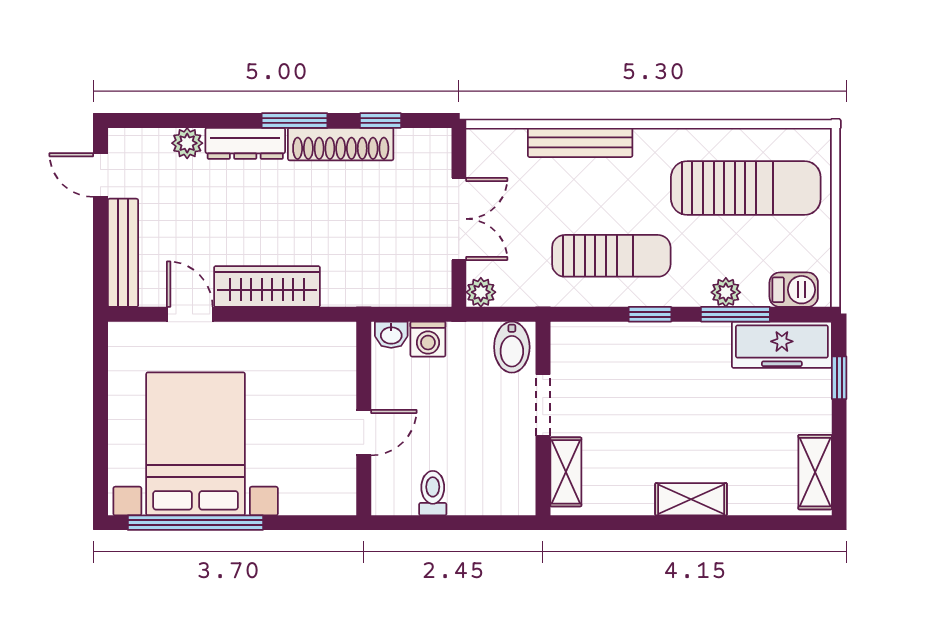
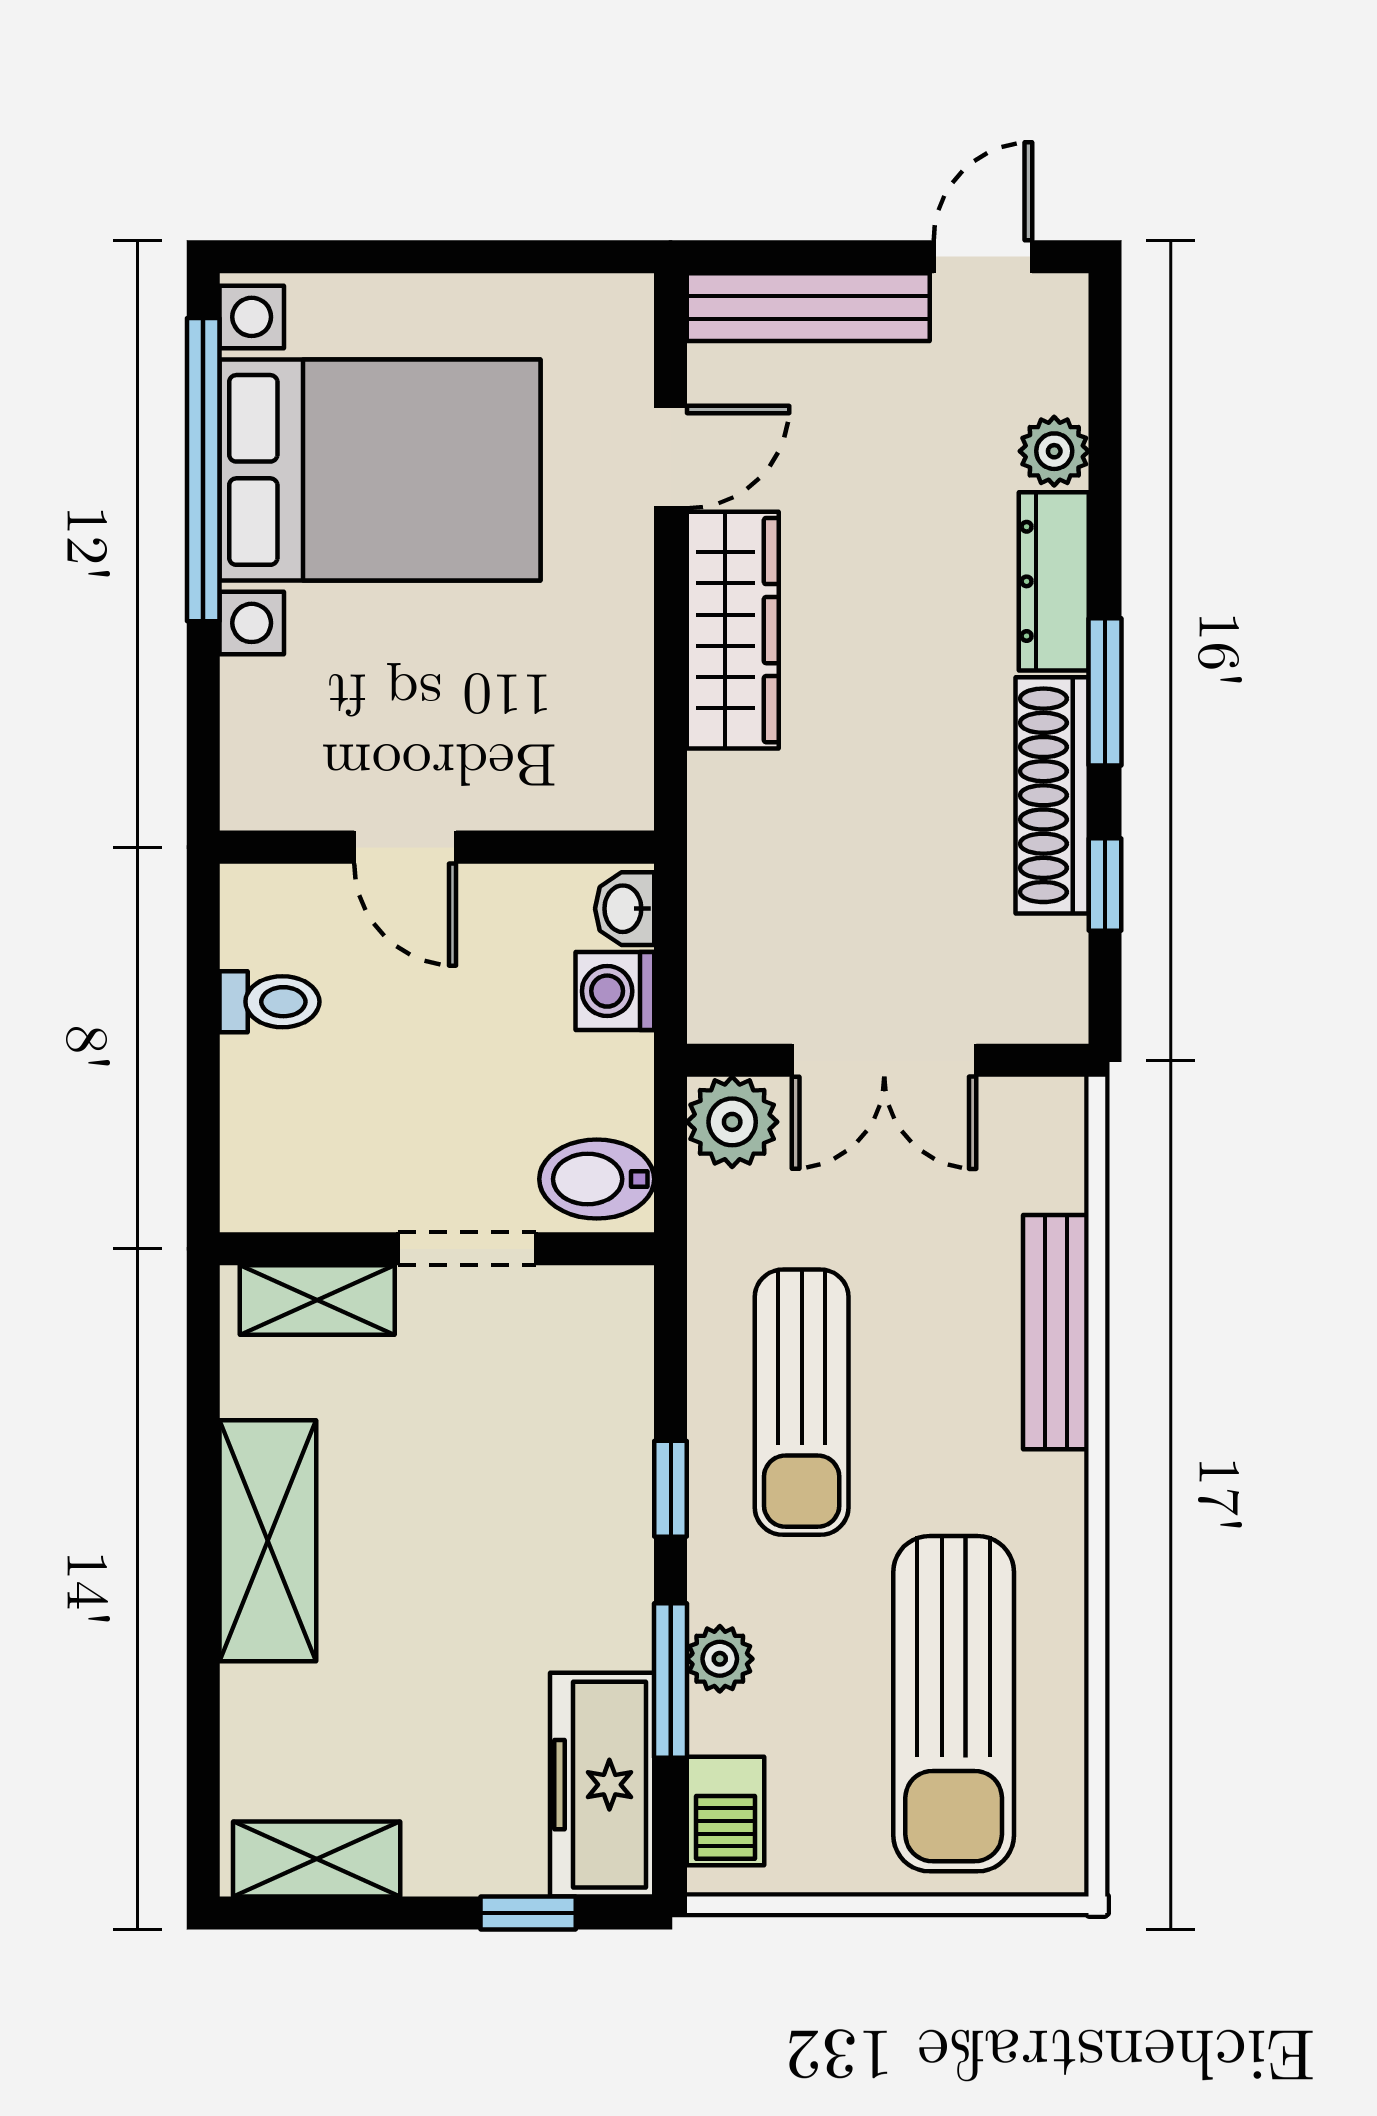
plant: (481, 292) -> (732, 1122), width x1.38, depth x1.38
shelving: (691, 499) -> (268, 1541), width x1.50, depth x1.33

